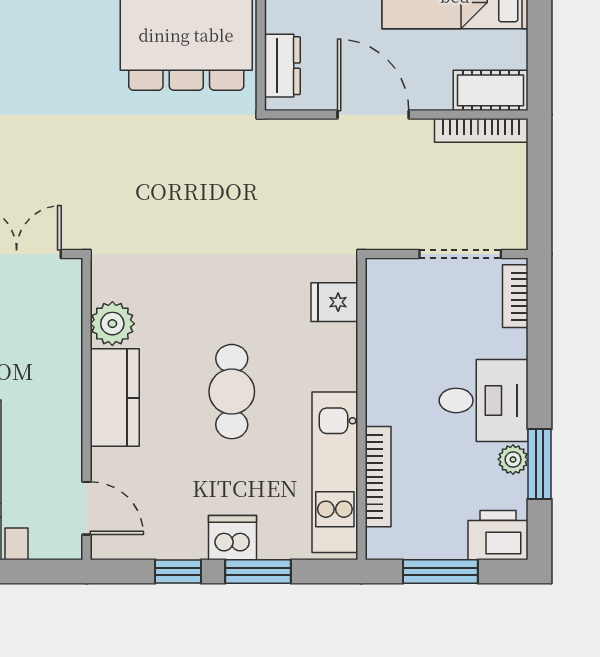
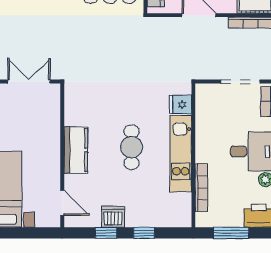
plant: (112, 324) -> (75, 115), removed
kitchen unit: (335, 472) -> (181, 154), moved
dishwasher: (233, 538) -> (113, 217), moved
window: (258, 571) -> (144, 233), width x0.67

